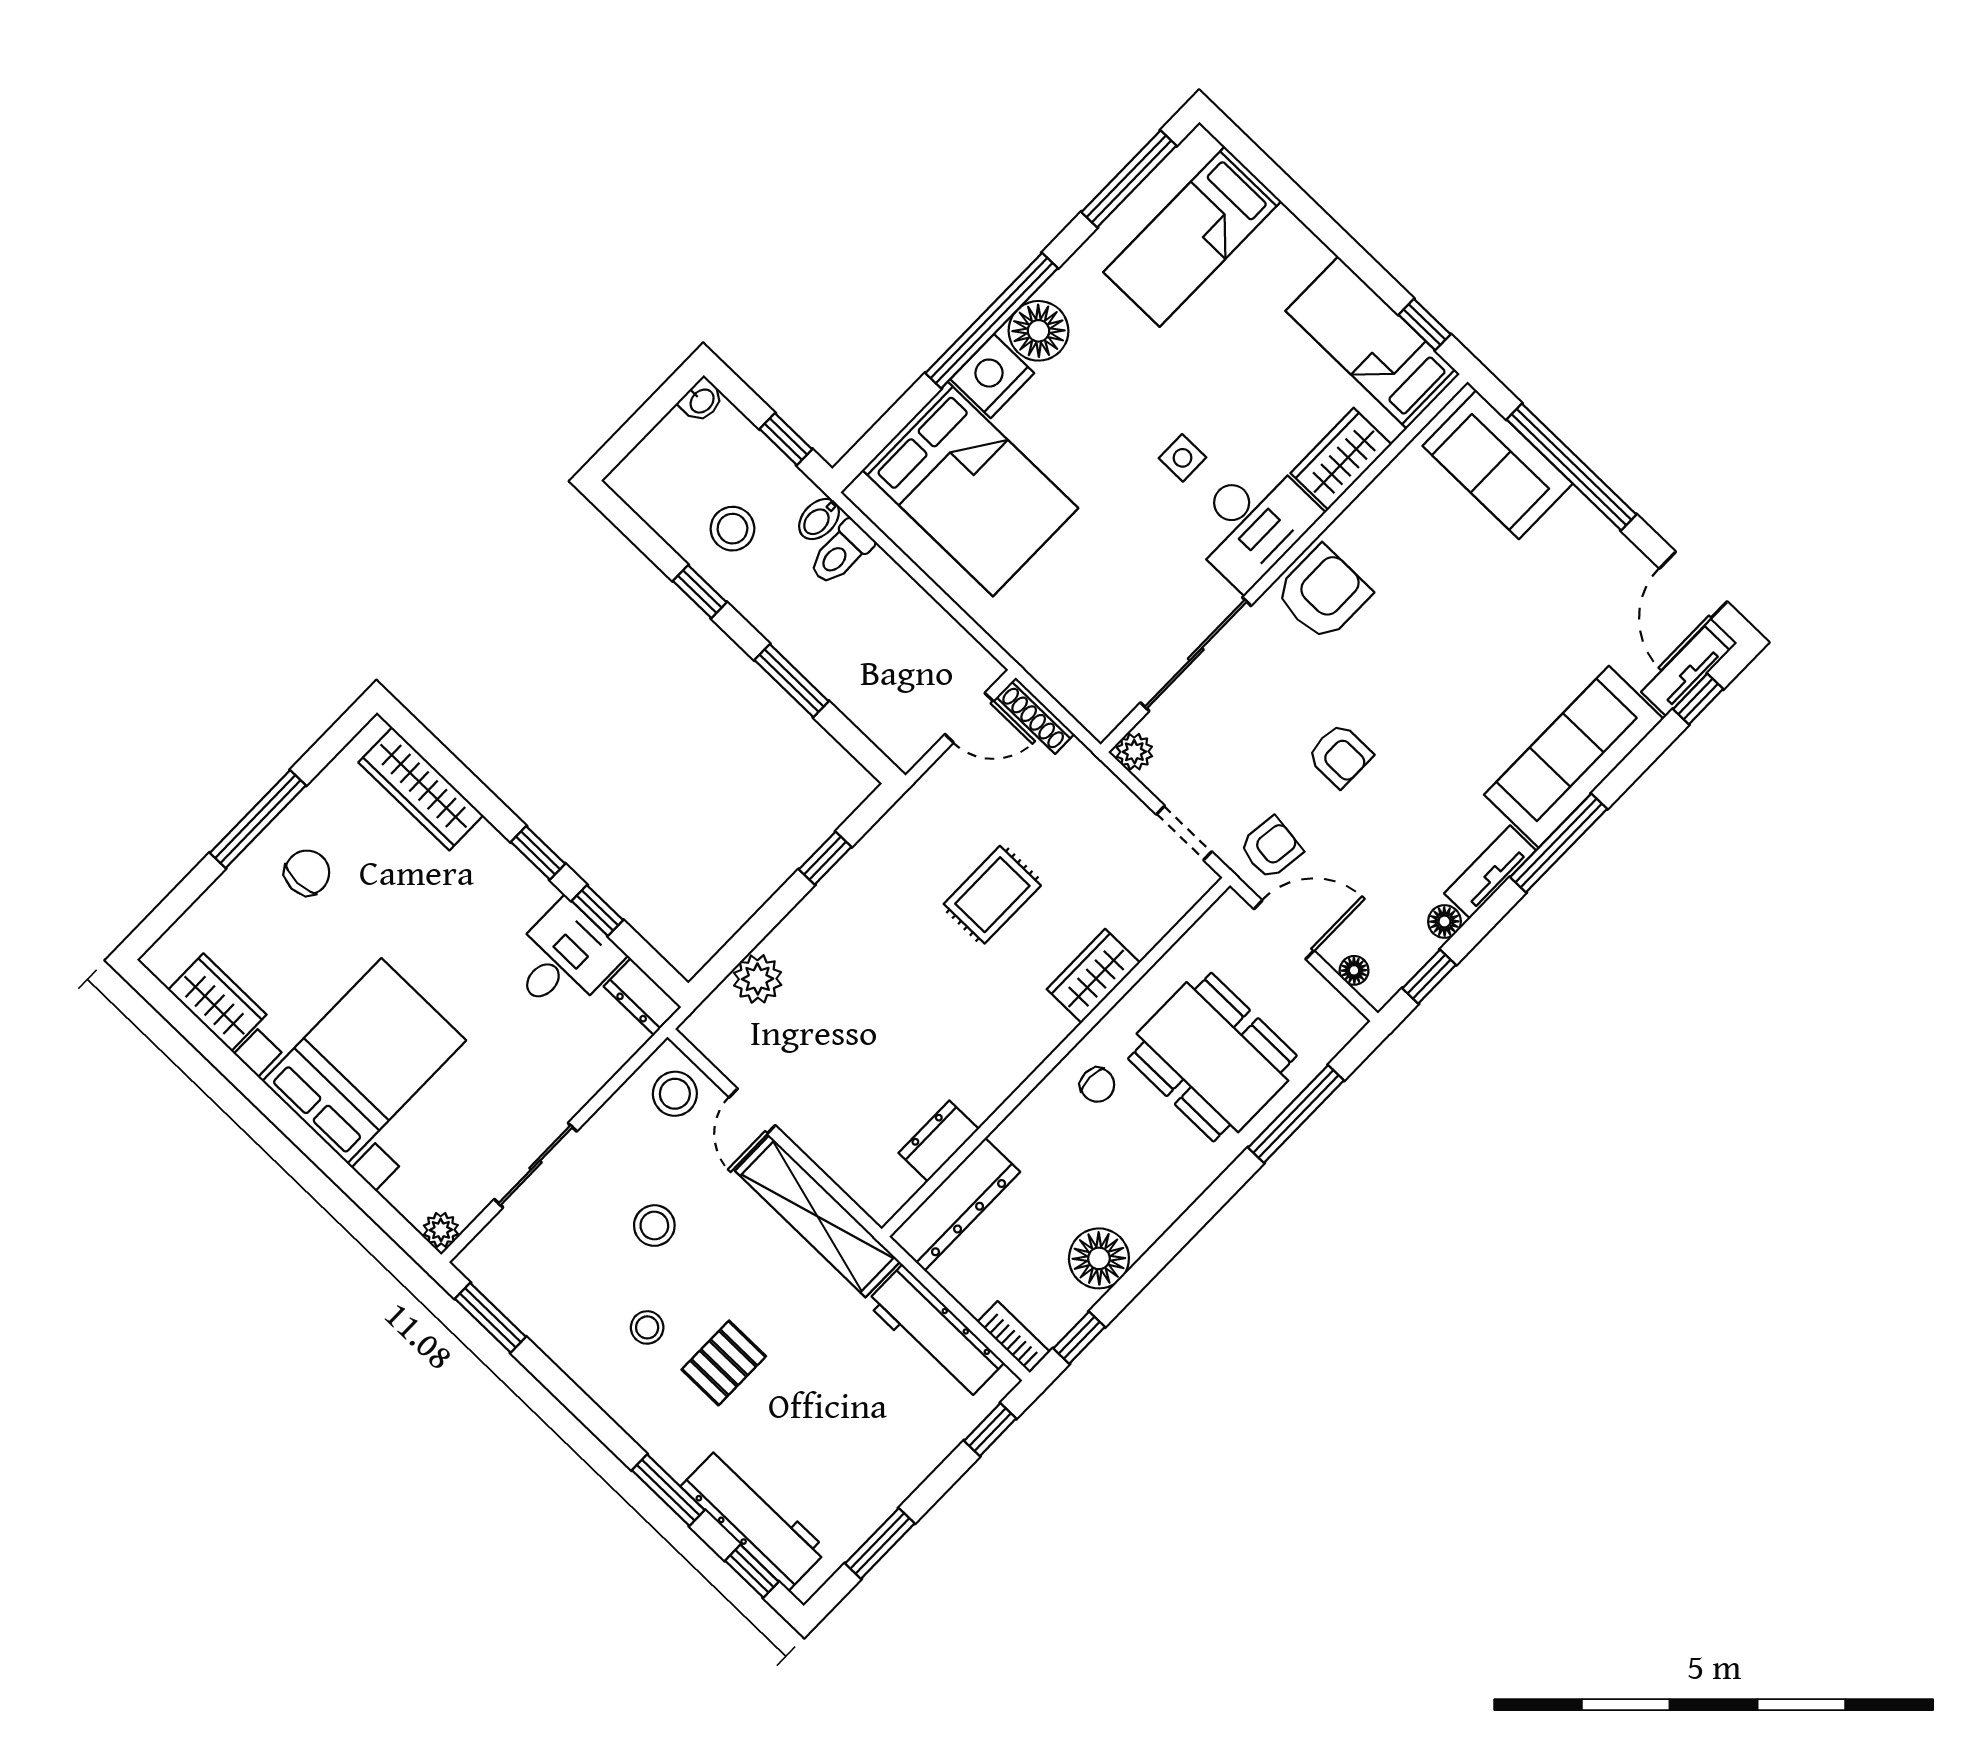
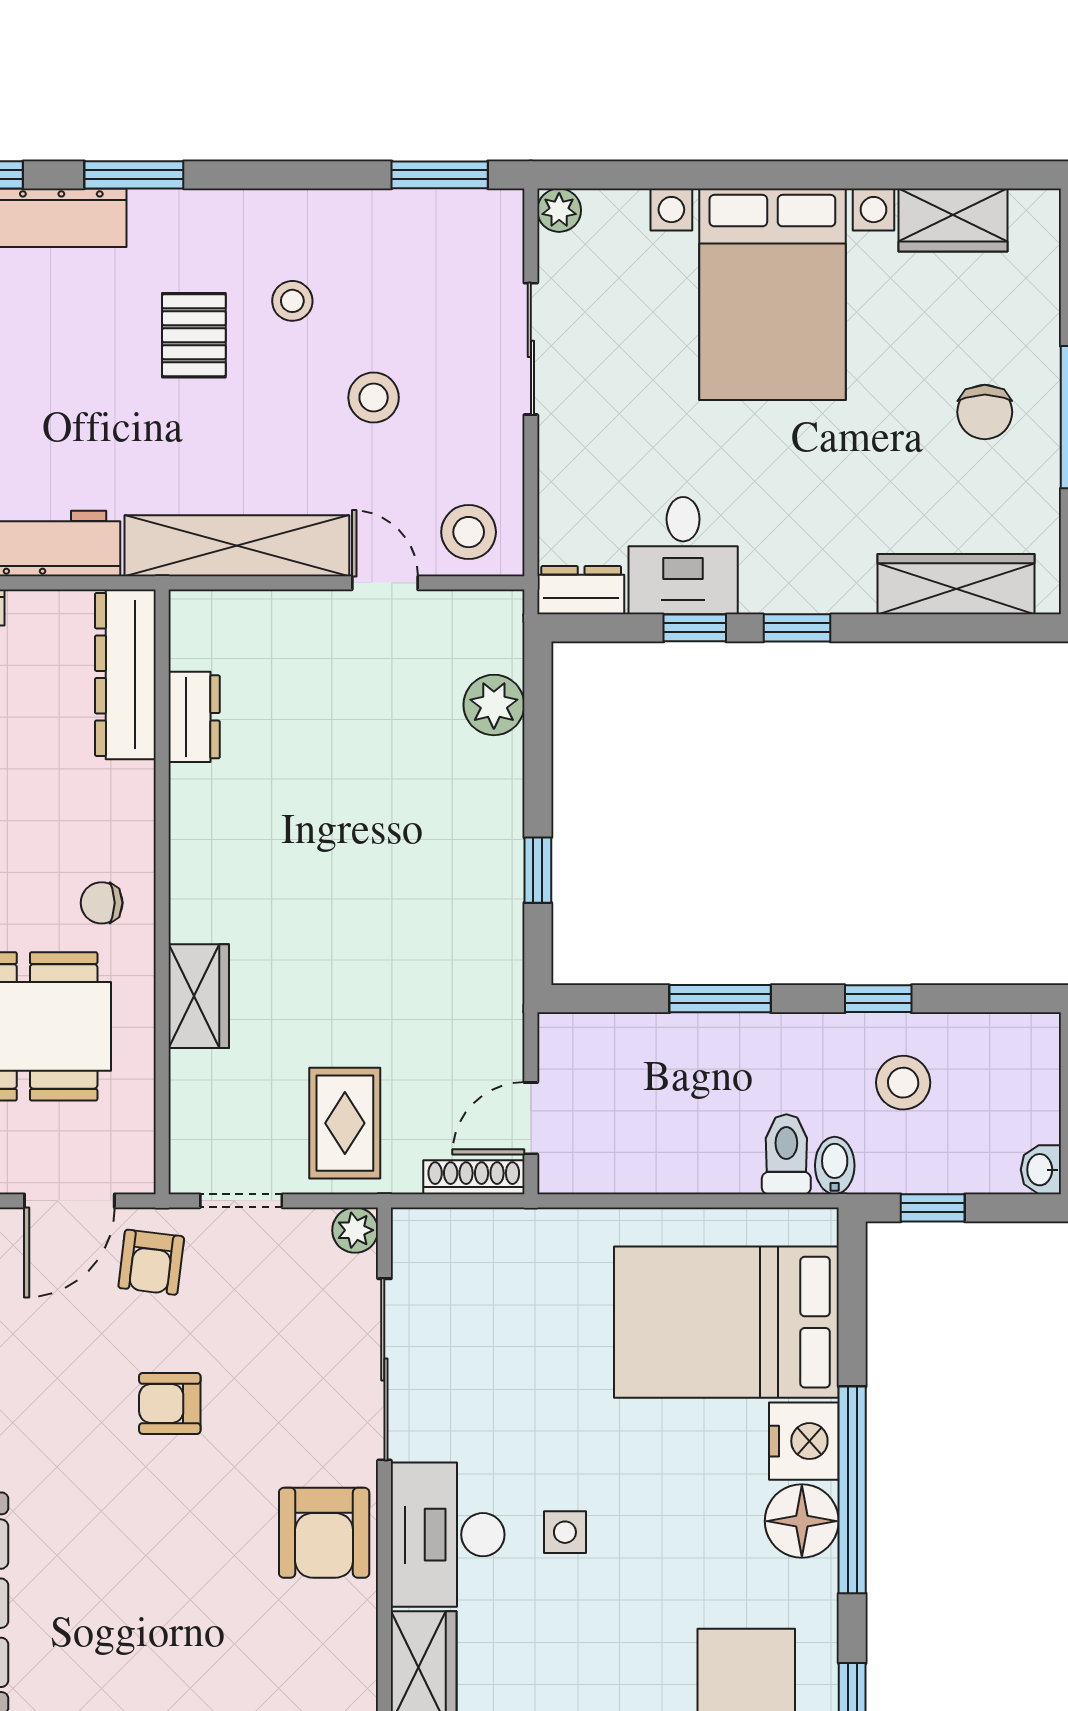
rug: (992, 895) -> (345, 1123), moved

